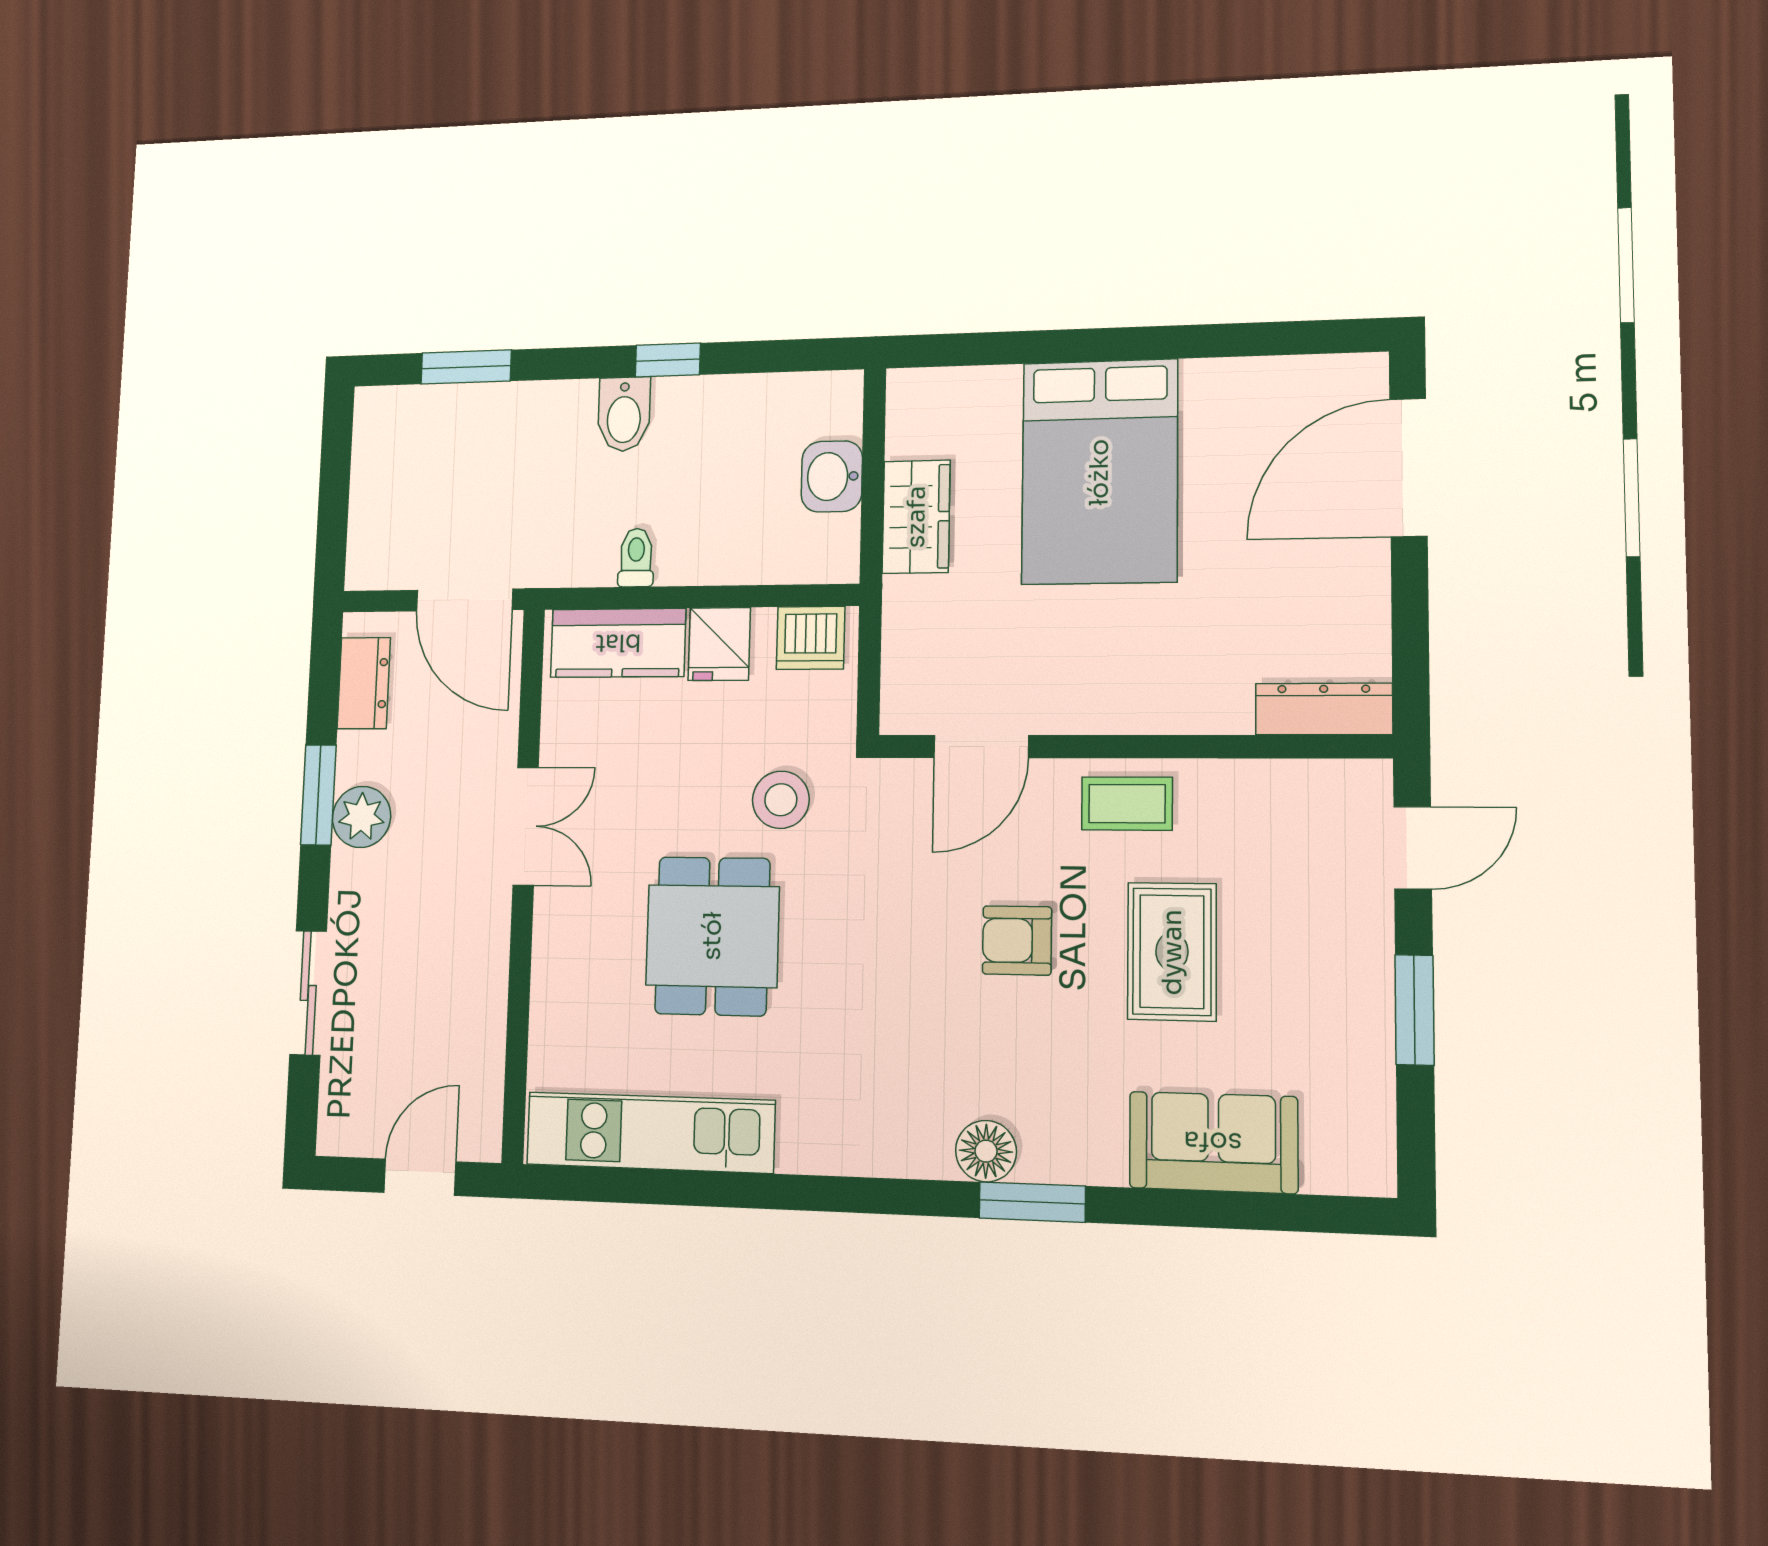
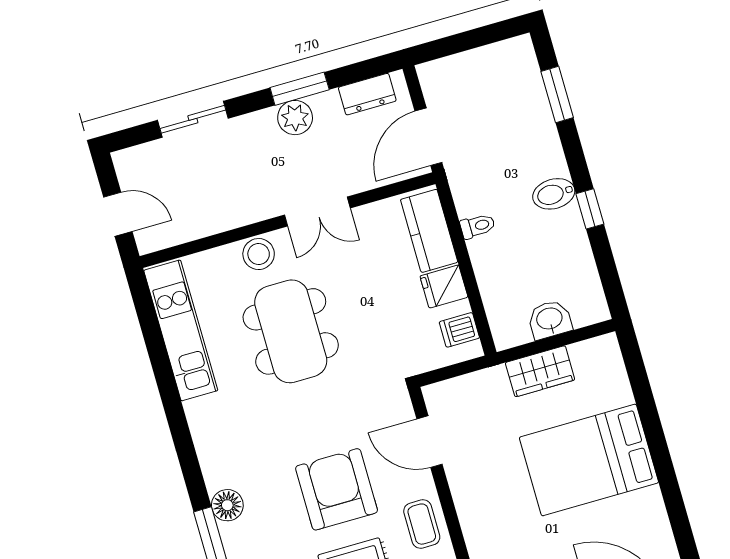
dishwasher: (811, 638) -> (459, 330), width x0.73
stool: (781, 800) -> (259, 254), moved
dining table: (712, 936) -> (291, 331), width x1.38
armchair: (1017, 940) -> (337, 489), width x1.88, depth x1.88

